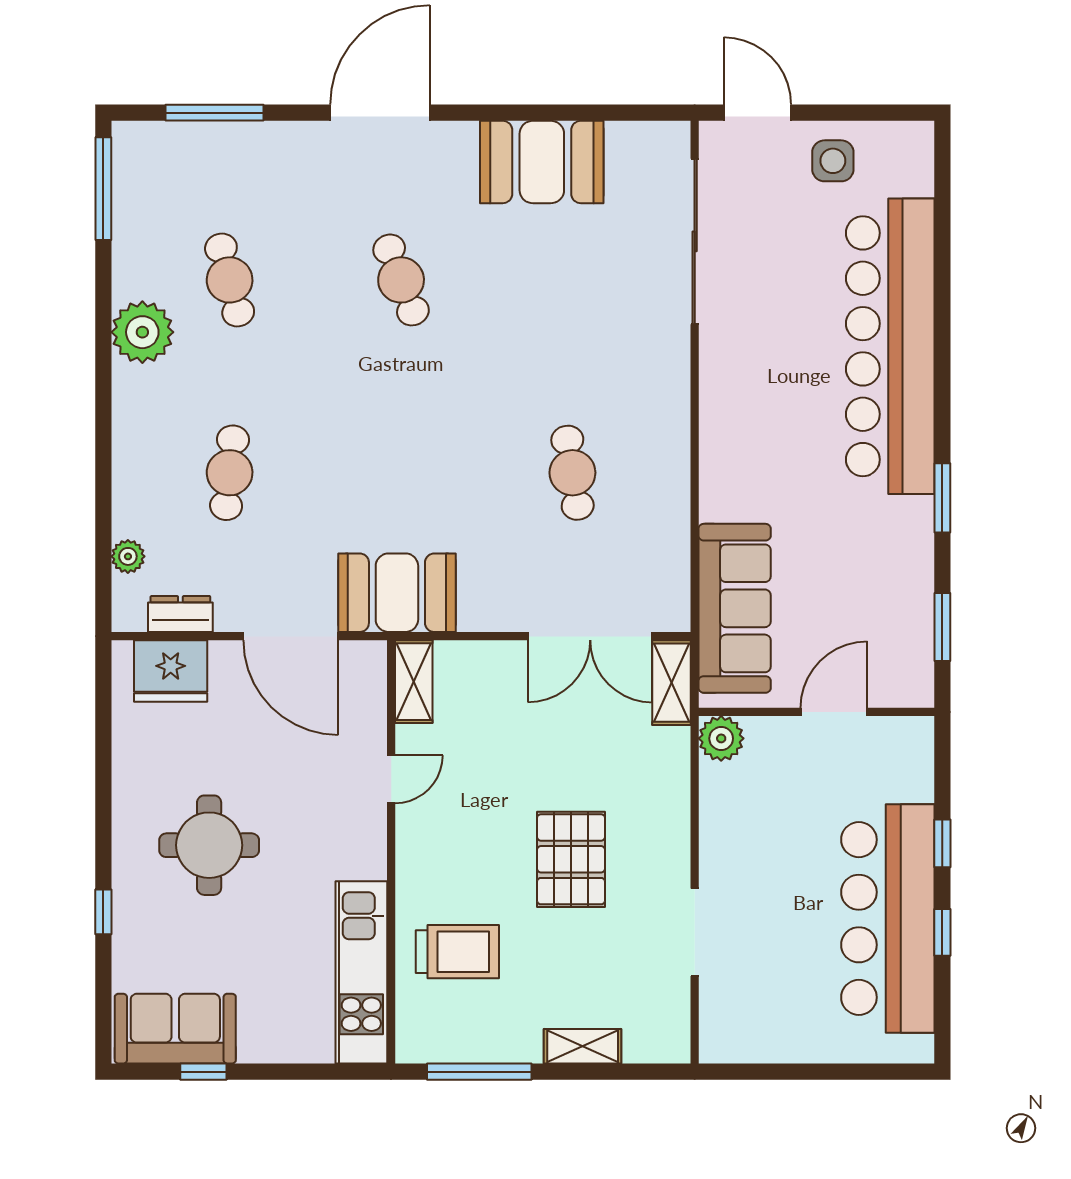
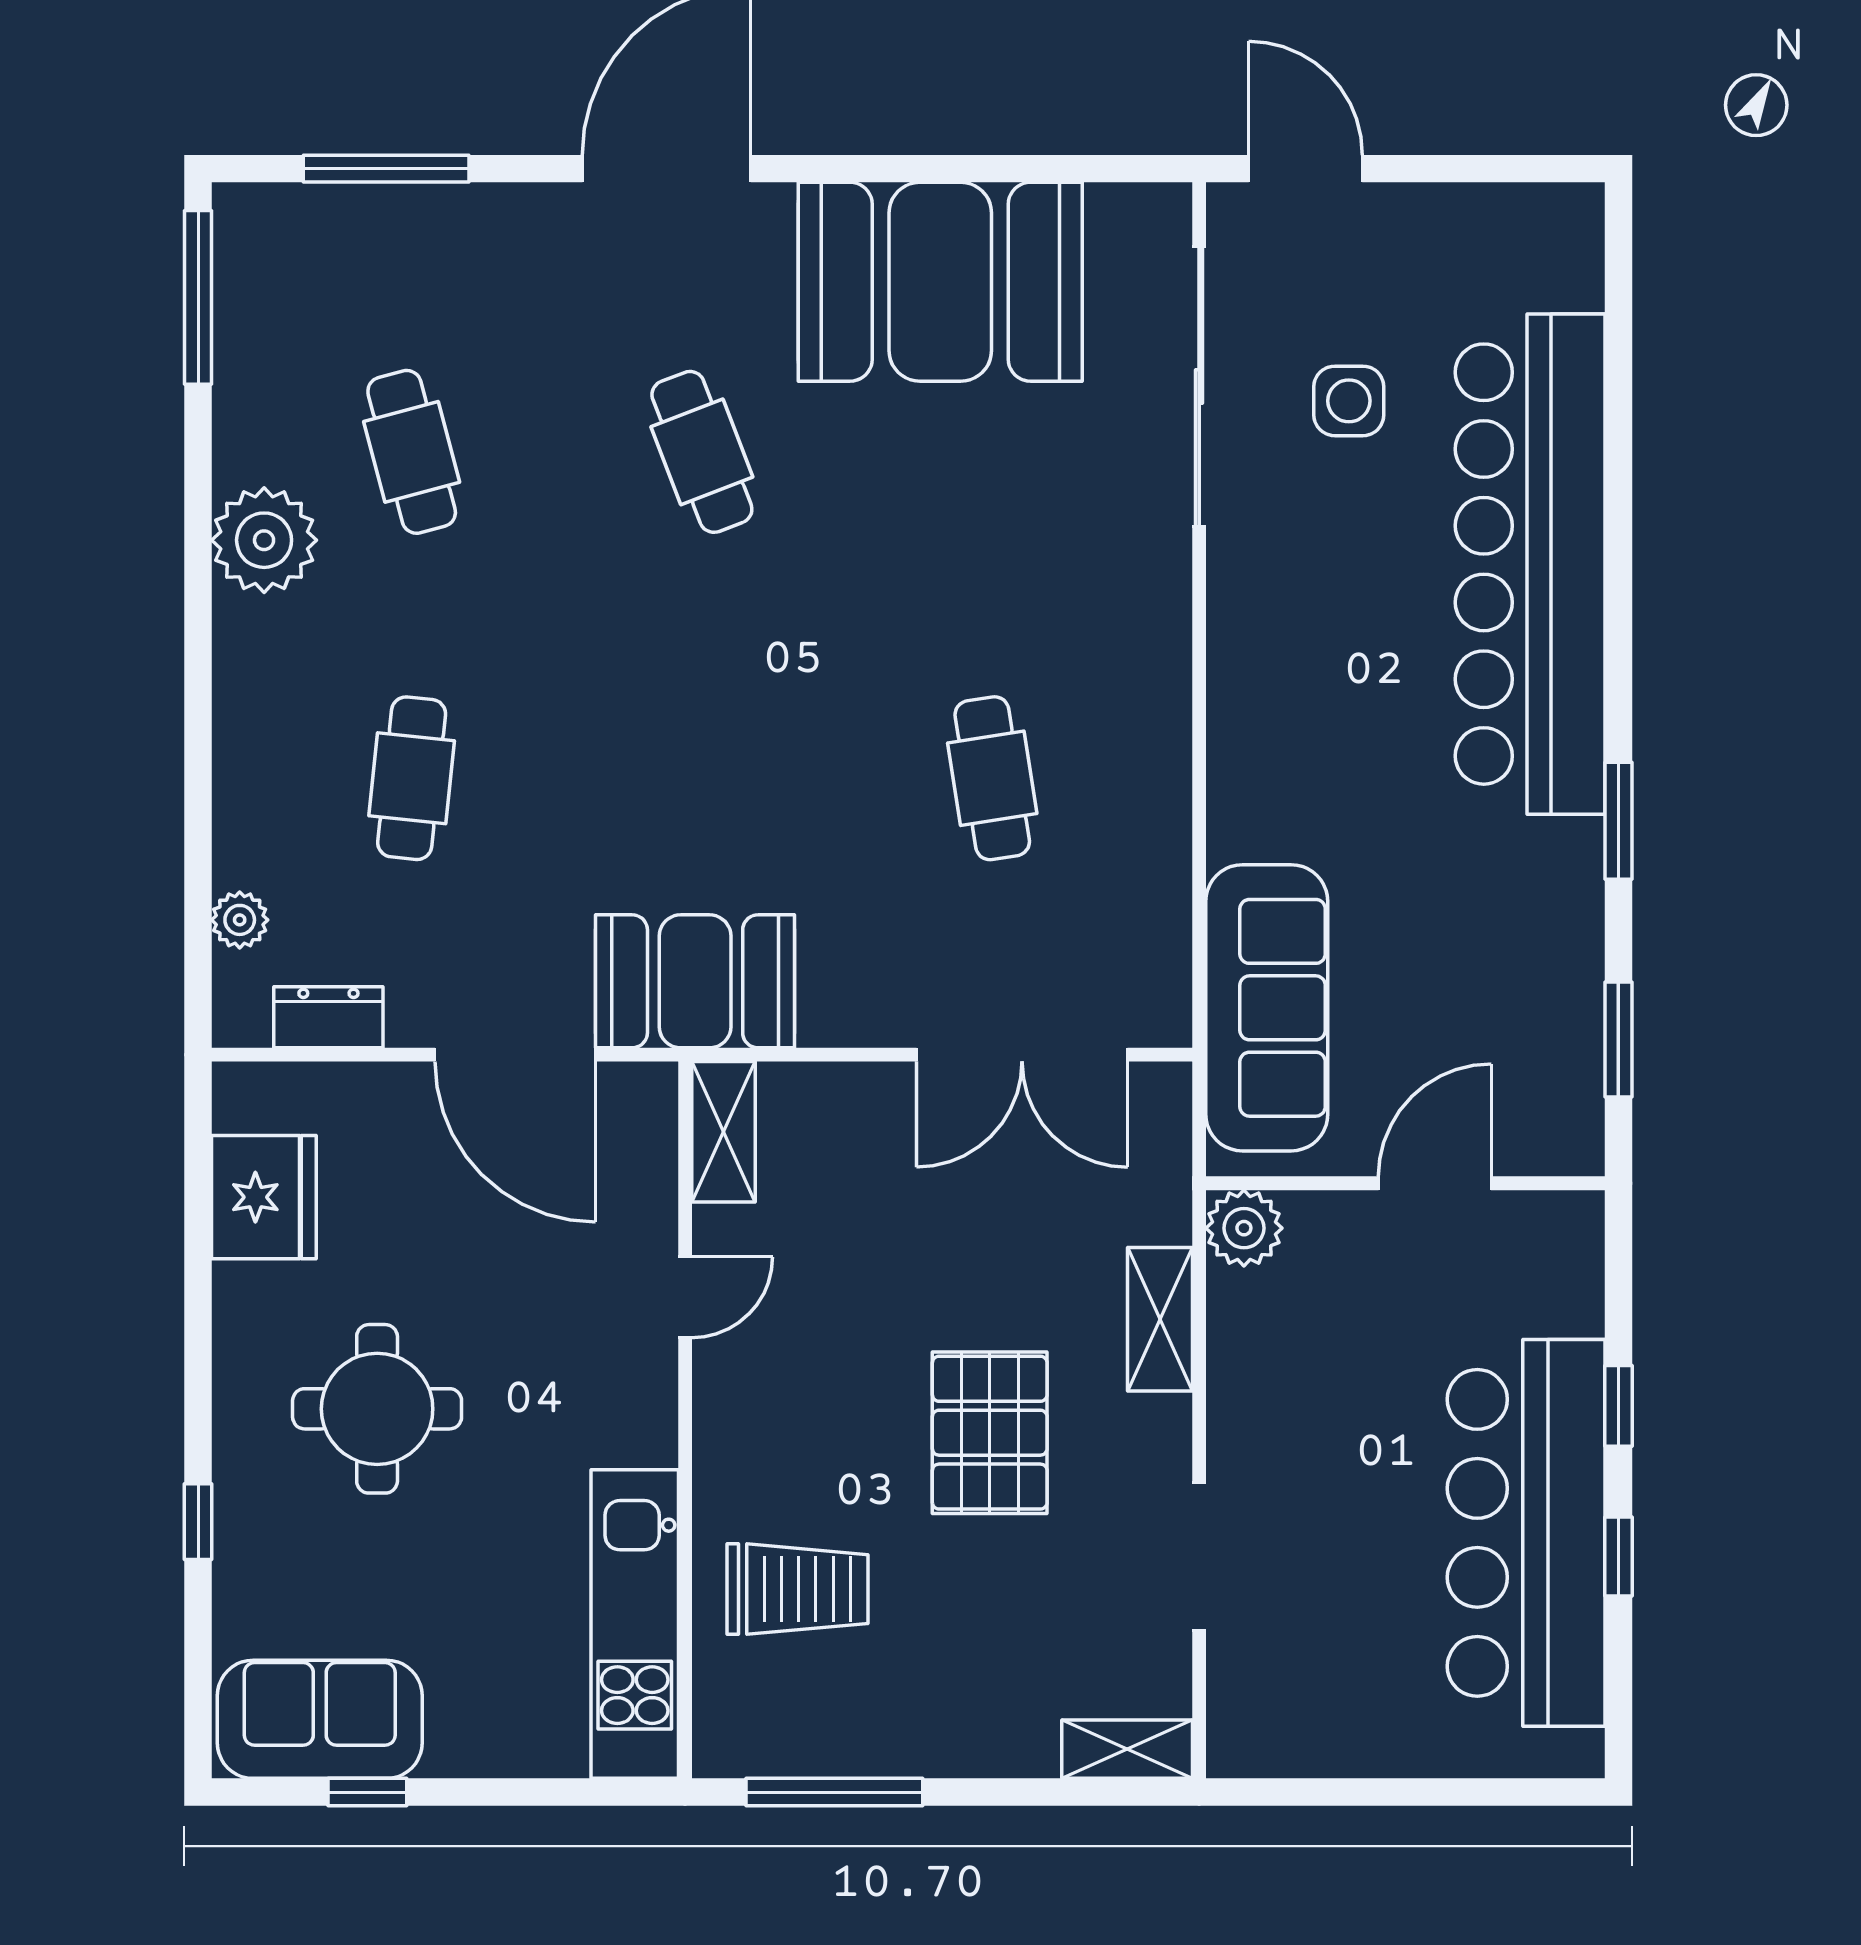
side table: (833, 161) -> (1349, 401), moved
booth: (542, 162) -> (940, 282), width x1.36, depth x1.42
fridge: (171, 671) -> (264, 1197), moved, turned -90
shelving: (672, 683) -> (1160, 1319), moved
shelving: (583, 1046) -> (1127, 1749), moved

